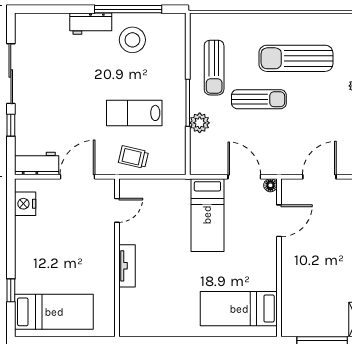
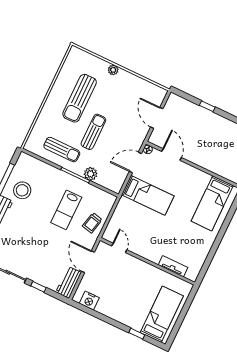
tv unit: (127, 266) -> (173, 266), moved

